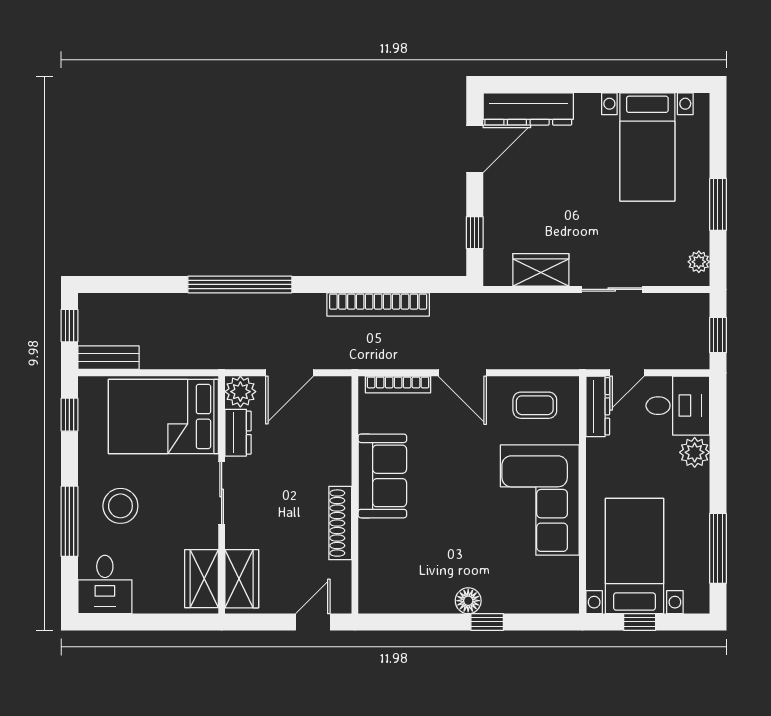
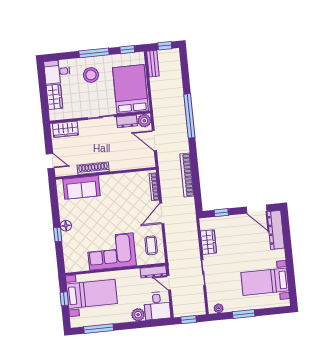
sofa: (382, 476) -> (81, 187), moved
window: (69, 521) -> (94, 53), moved
wardrobe: (201, 579) -> (54, 97), moved, turned 90

